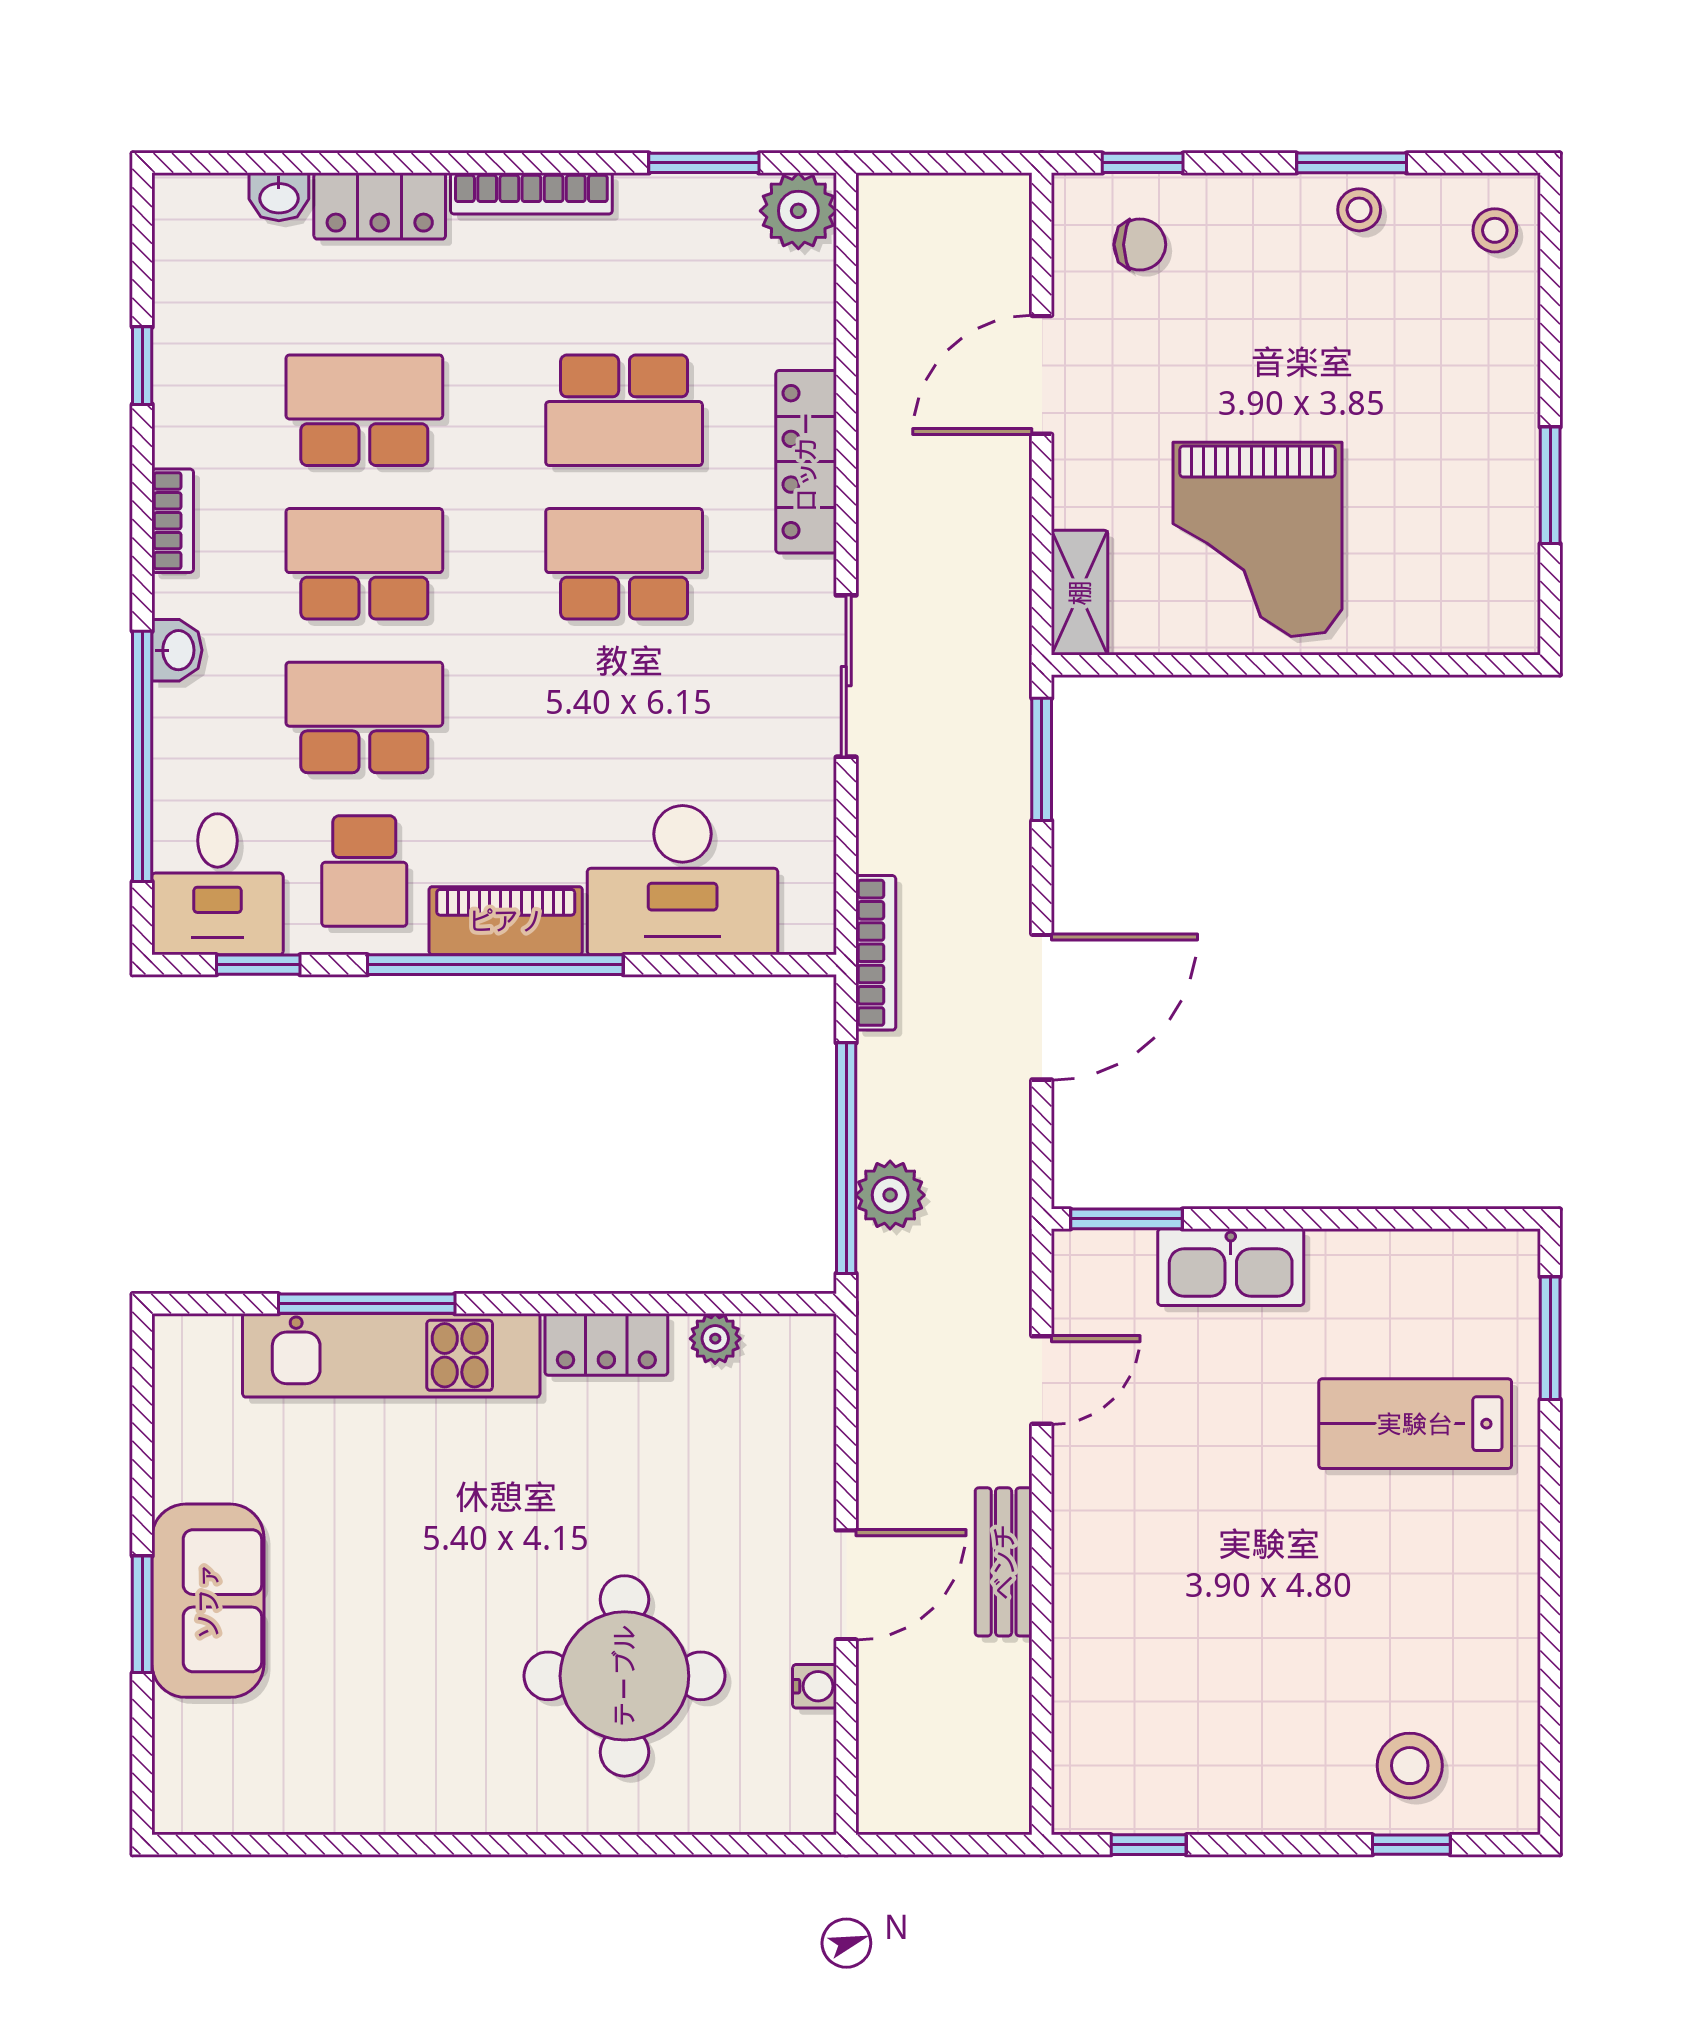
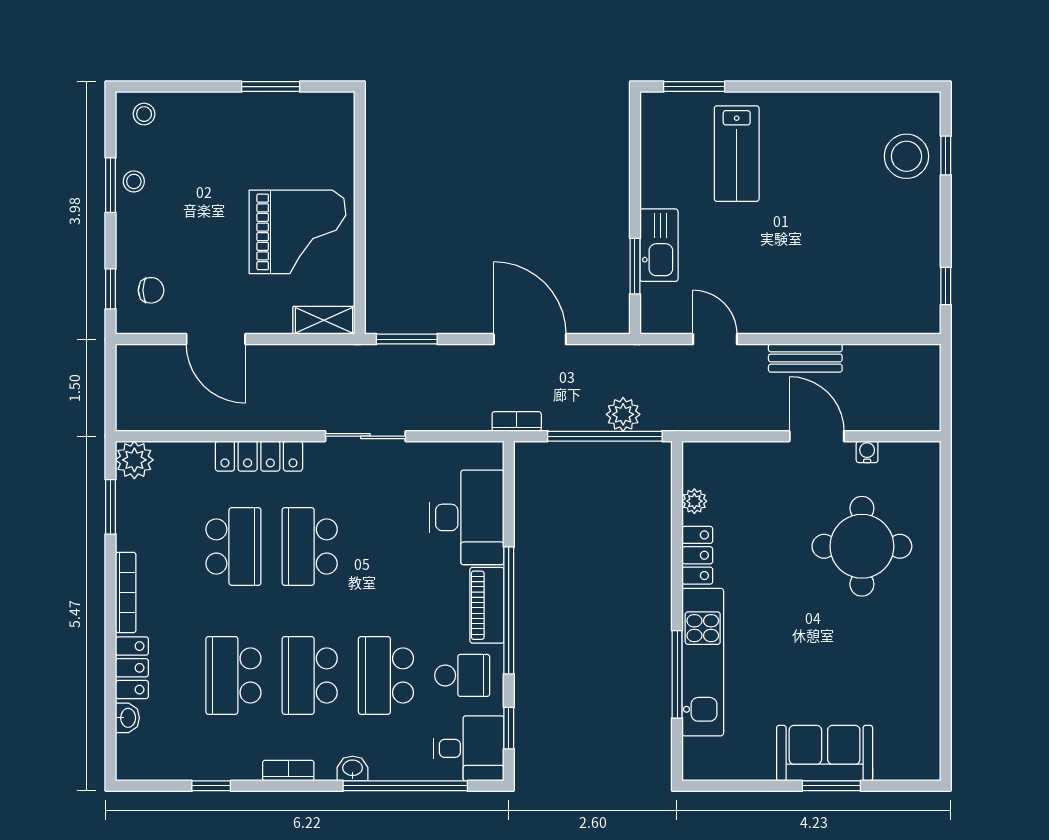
chair: (1140, 245) -> (151, 290), turned 90
bookcase: (876, 953) -> (517, 421), width x0.64
window: (1126, 1219) -> (635, 266), moved
stool: (1410, 1766) -> (906, 156), width x1.38, depth x1.38

